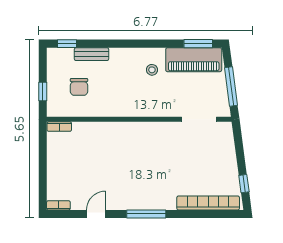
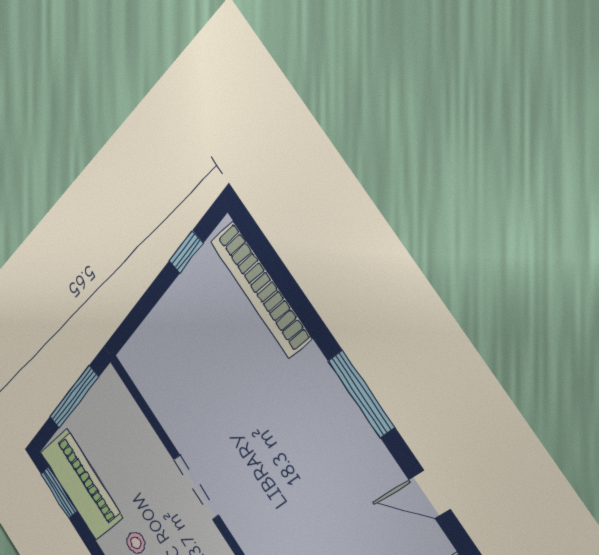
doorway: (199, 119) -> (196, 487), moved

